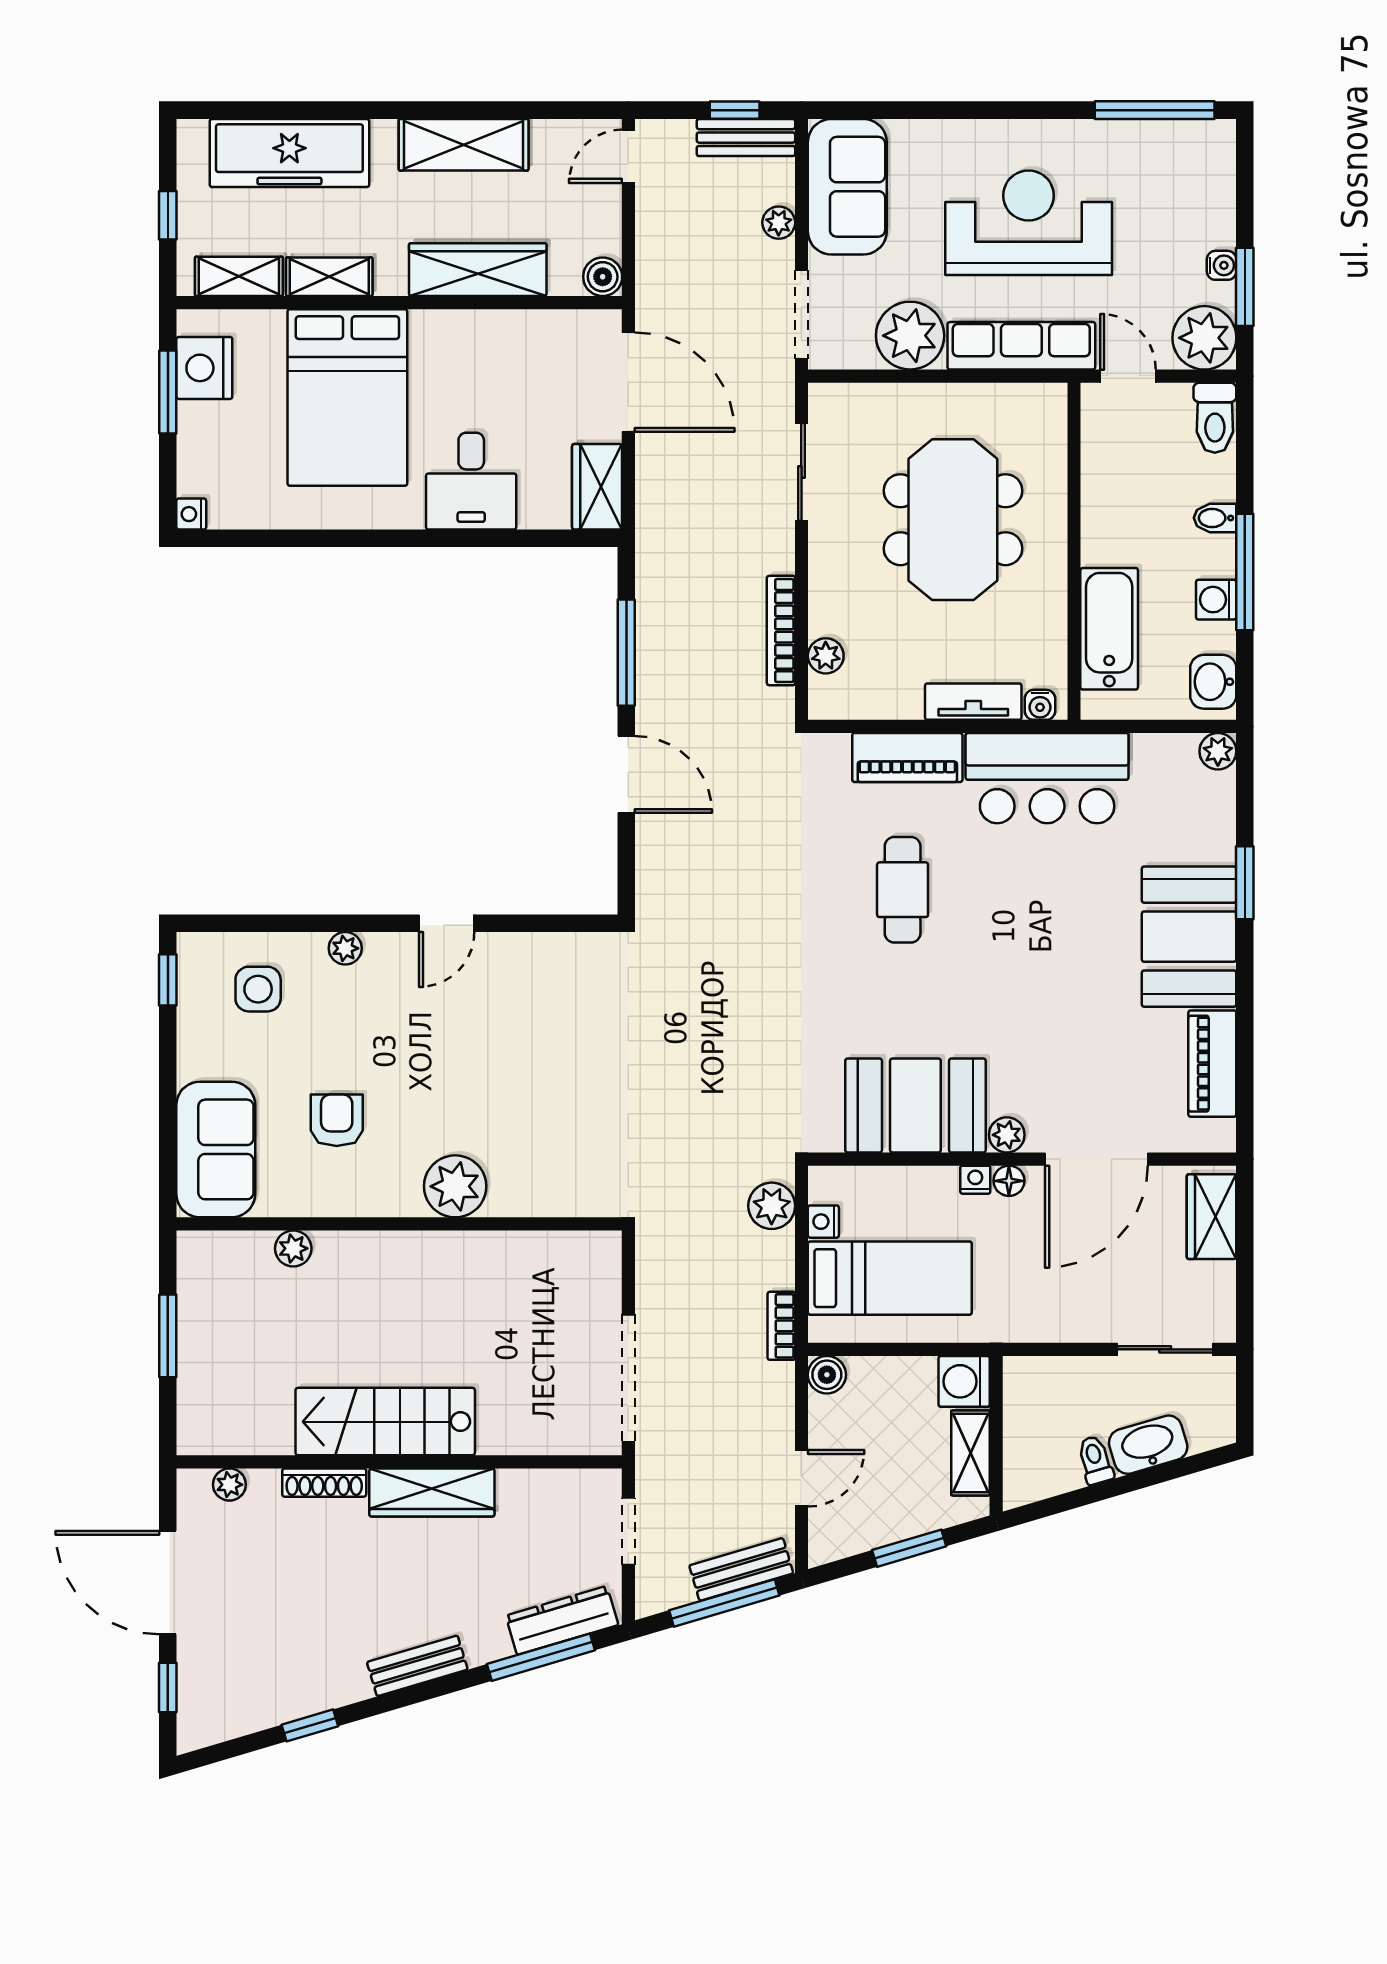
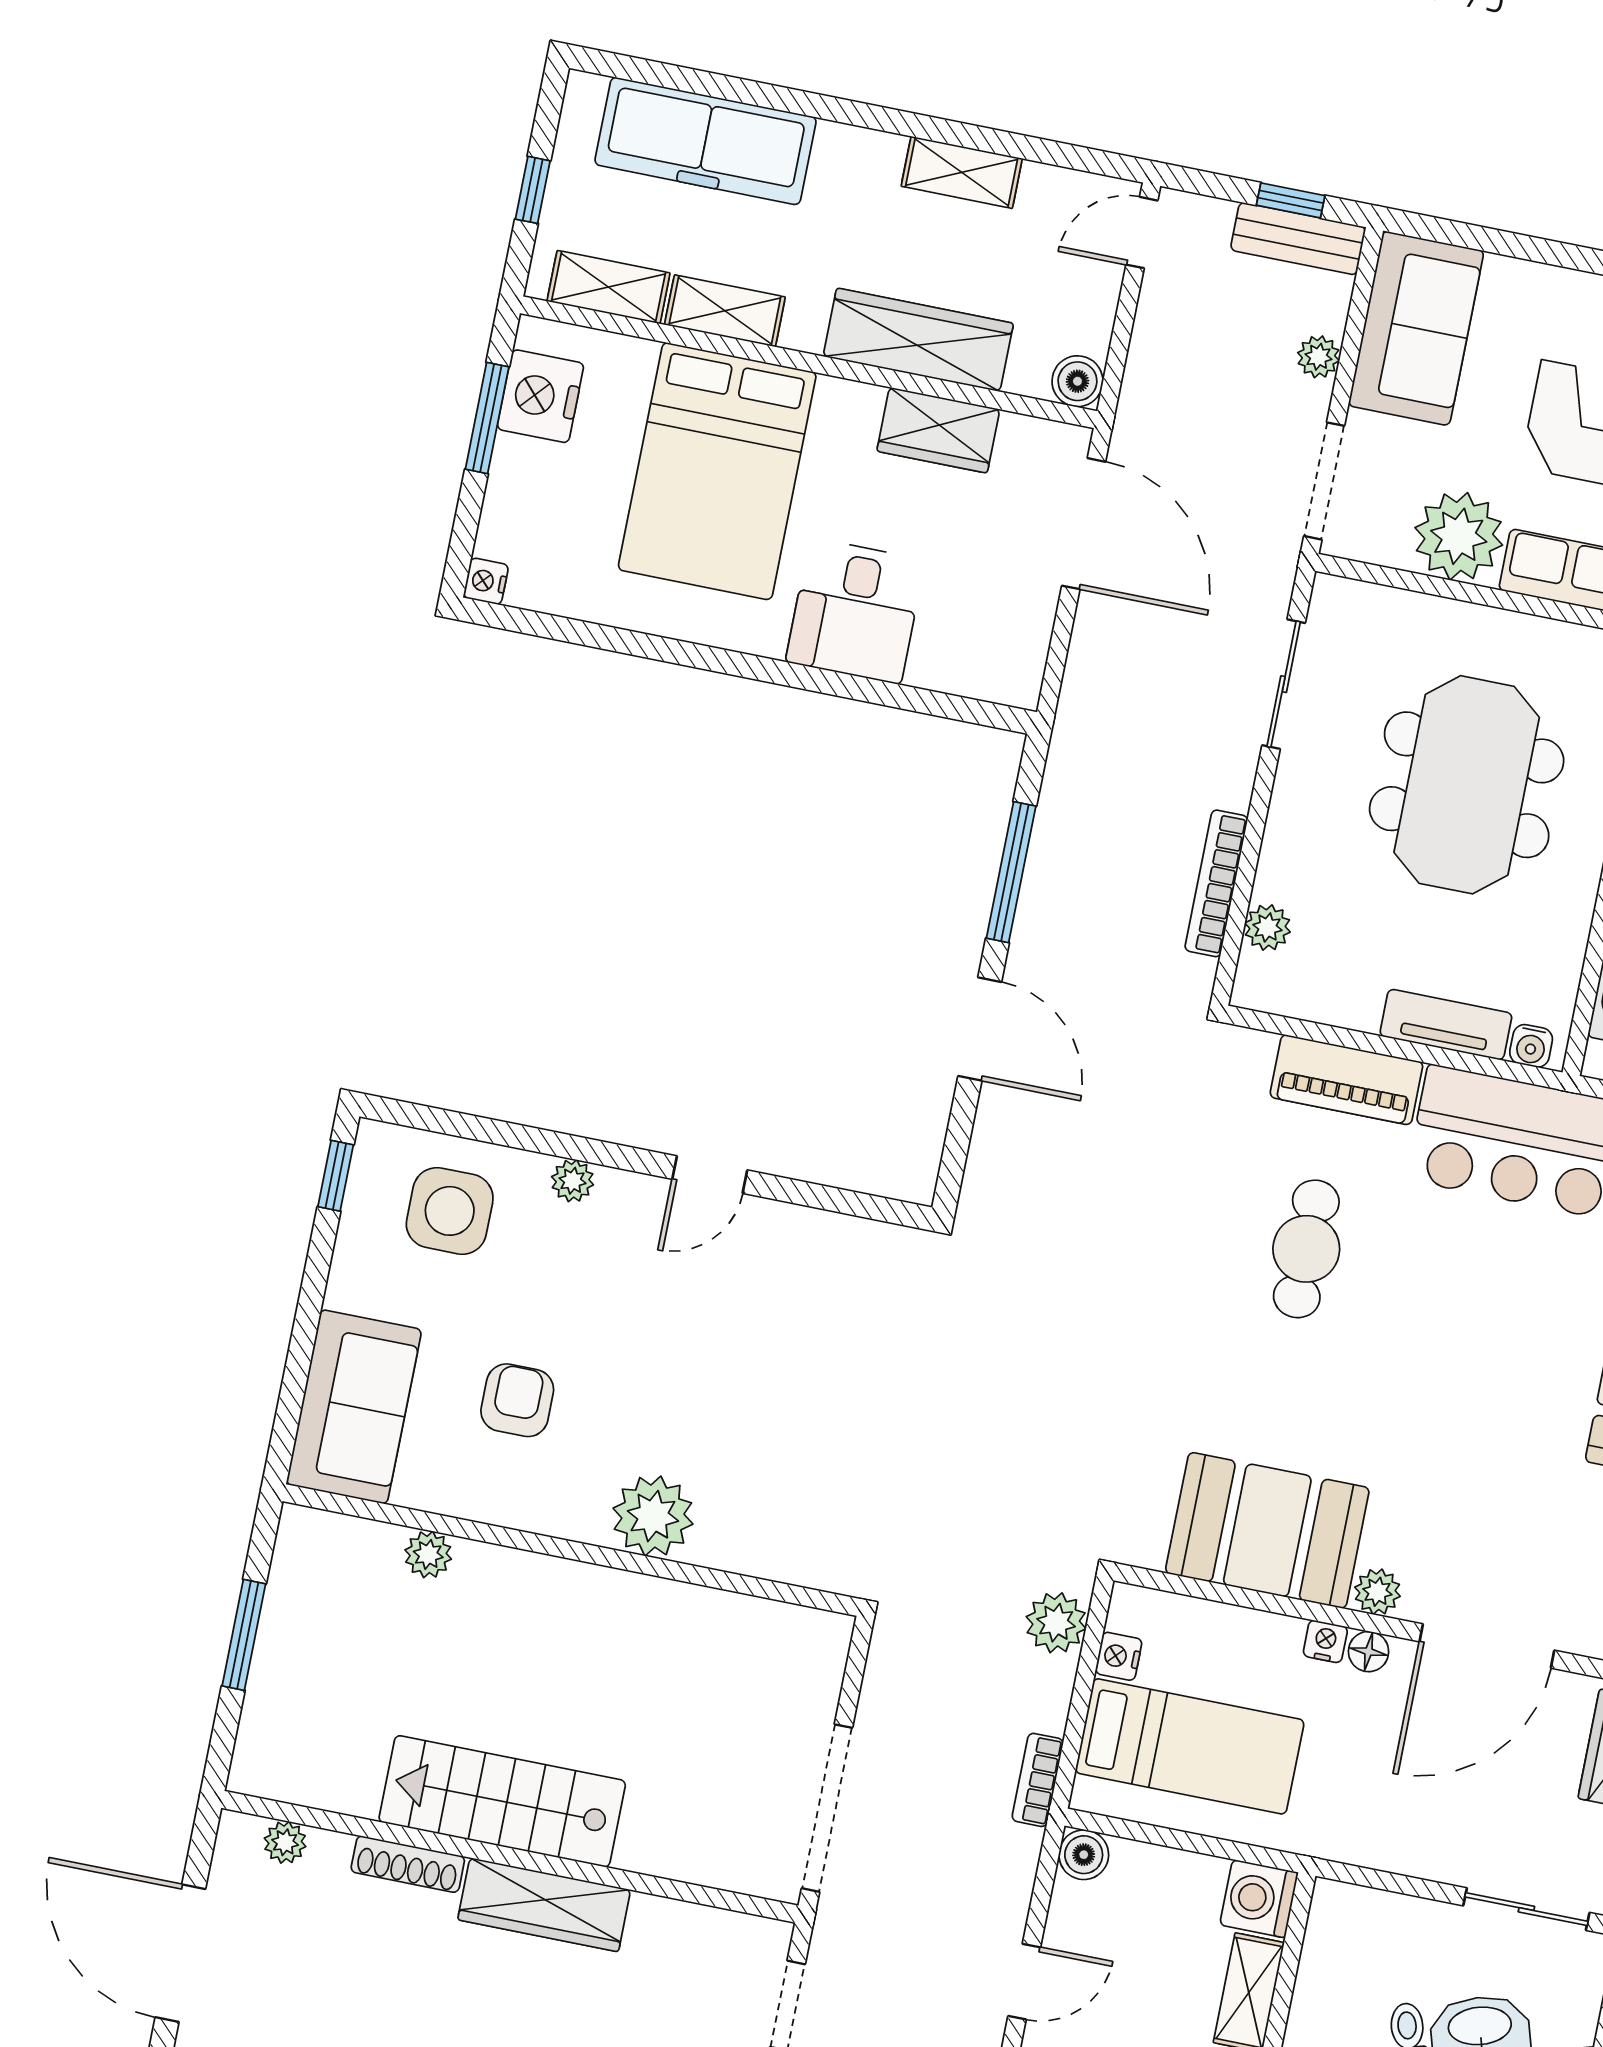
shelving: (464, 145) -> (962, 172), width x0.67, depth x0.75
wardrobe: (597, 487) -> (938, 430), moved, turned -90
side table: (258, 989) -> (450, 1211), width x1.37, depth x1.37

